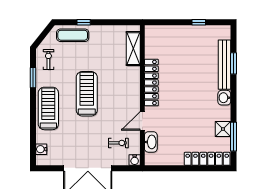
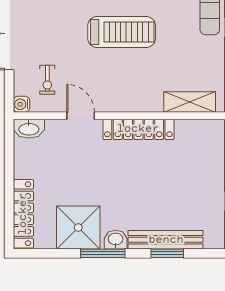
shower: (223, 129) -> (78, 228), width x1.86, depth x1.86
window: (233, 137) -> (103, 253), moved
washbasin: (151, 142) -> (29, 129), moved

